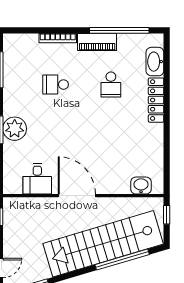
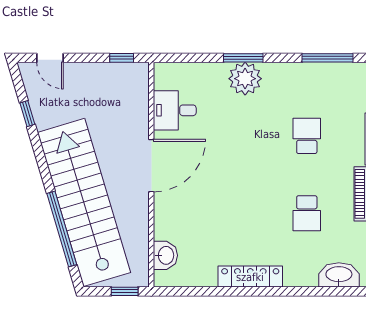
school desk: (111, 85) -> (307, 213), turned -90
locker: (156, 100) -> (250, 277), moved

